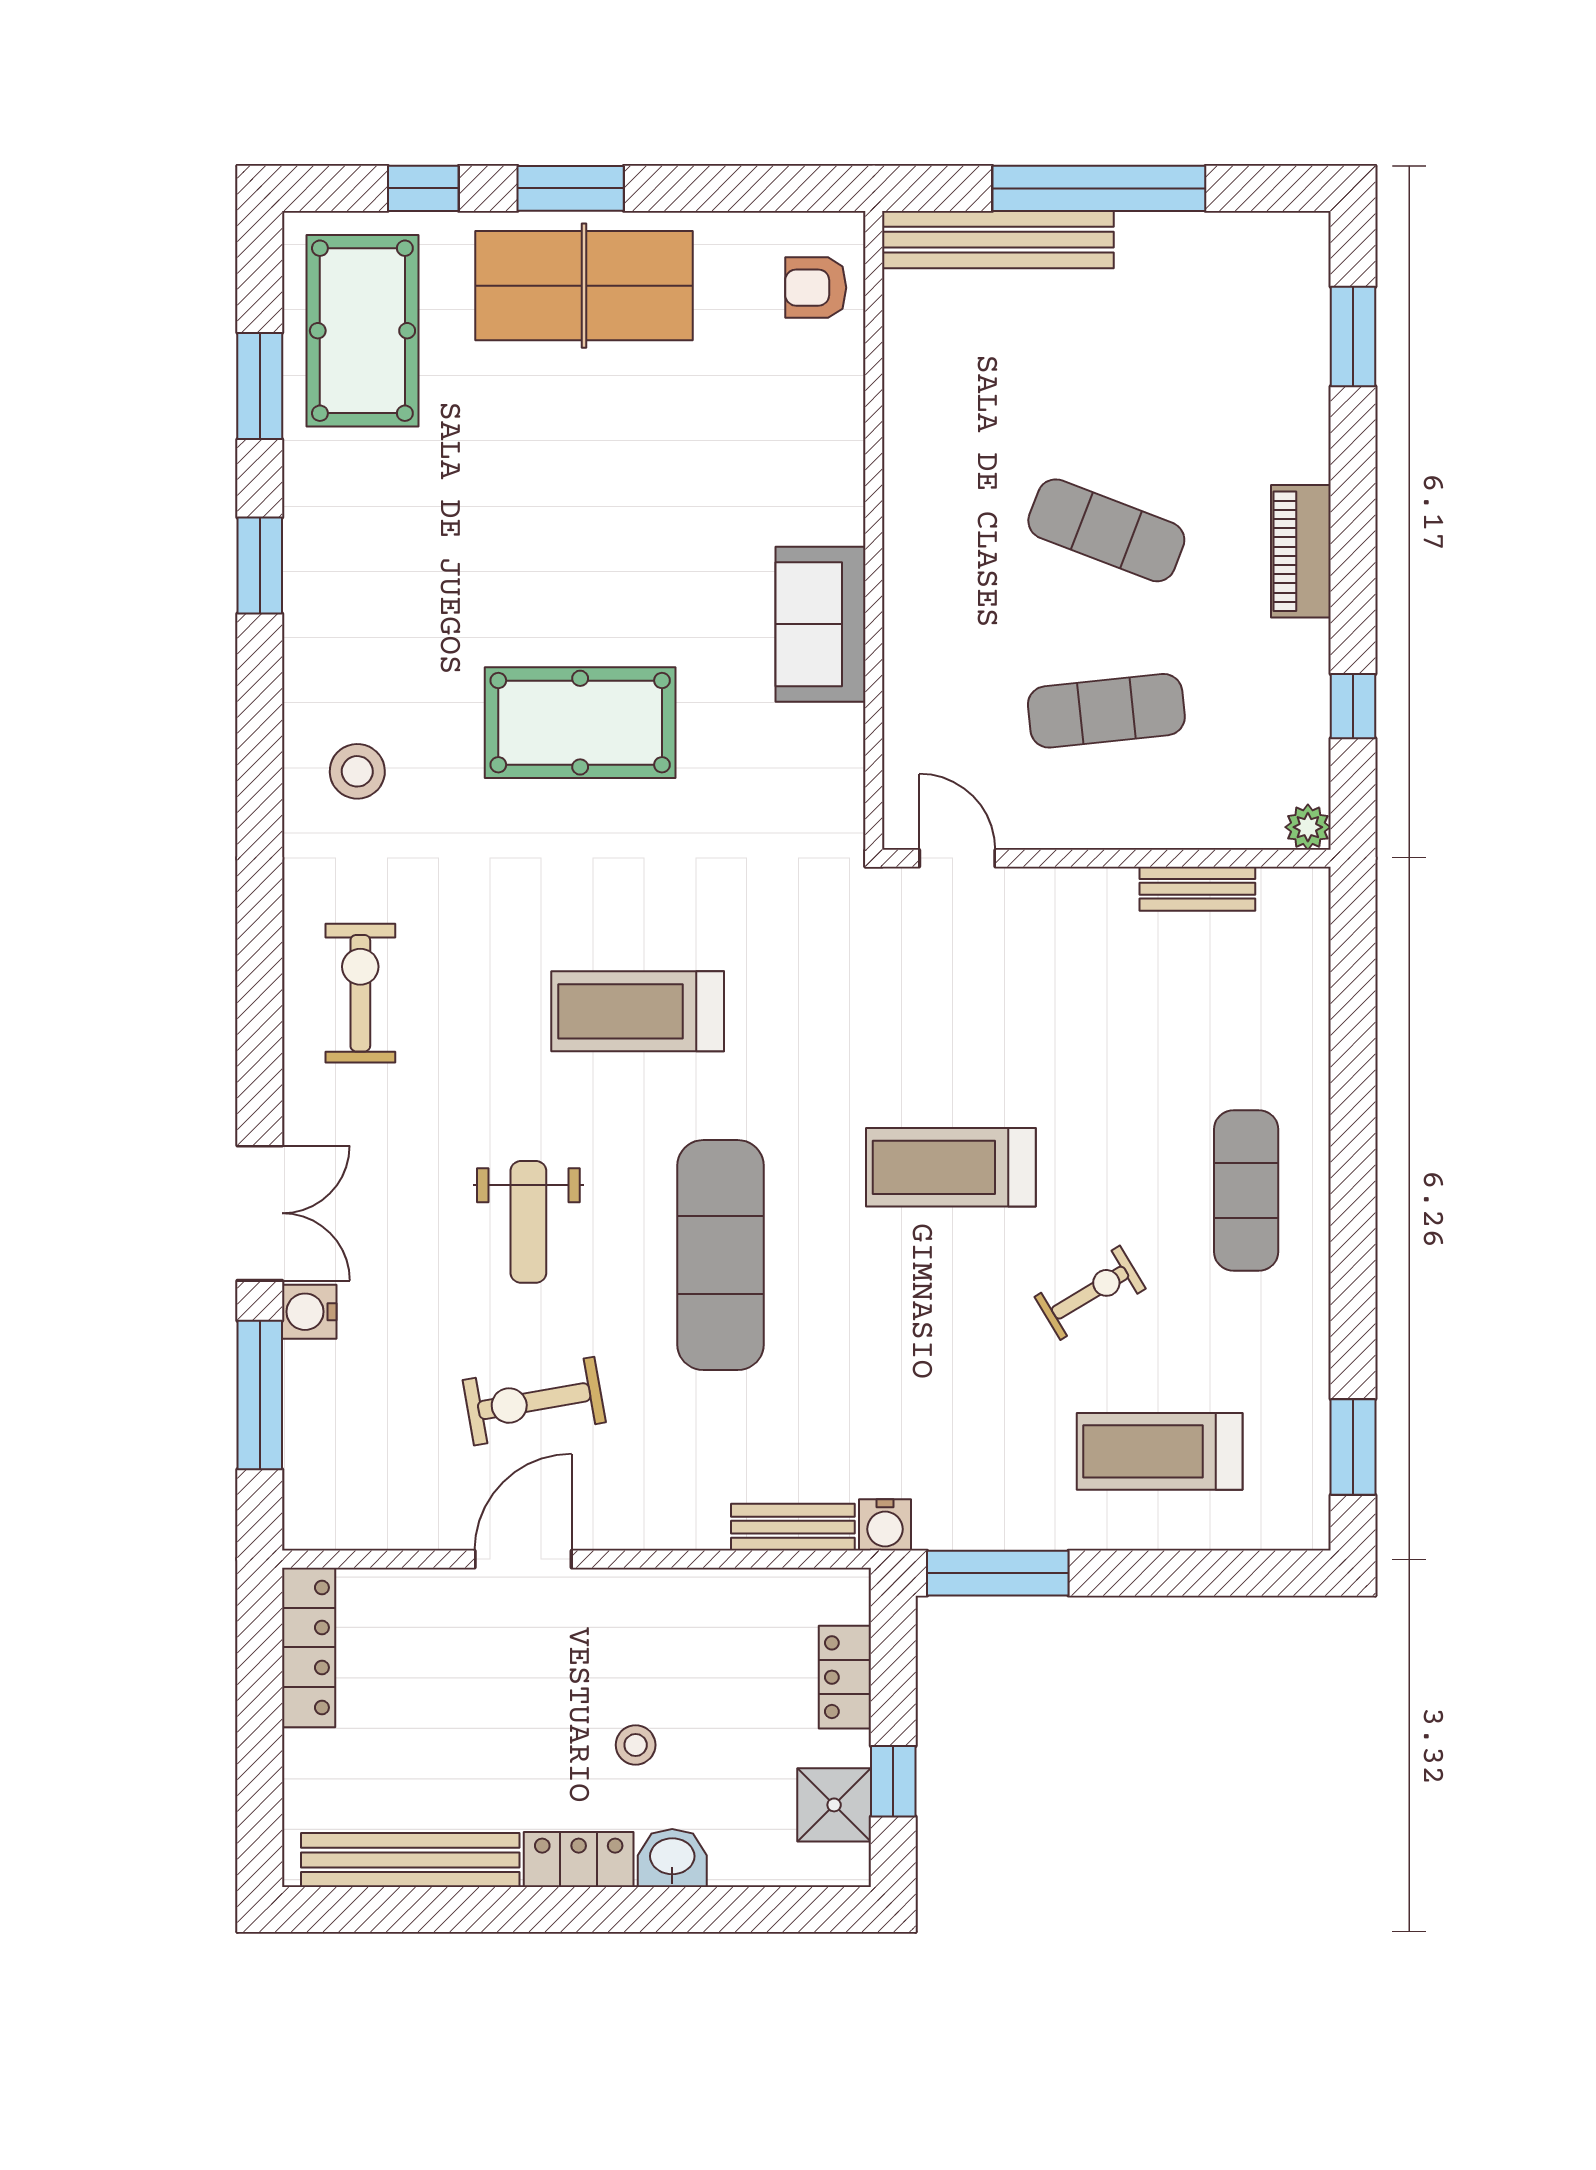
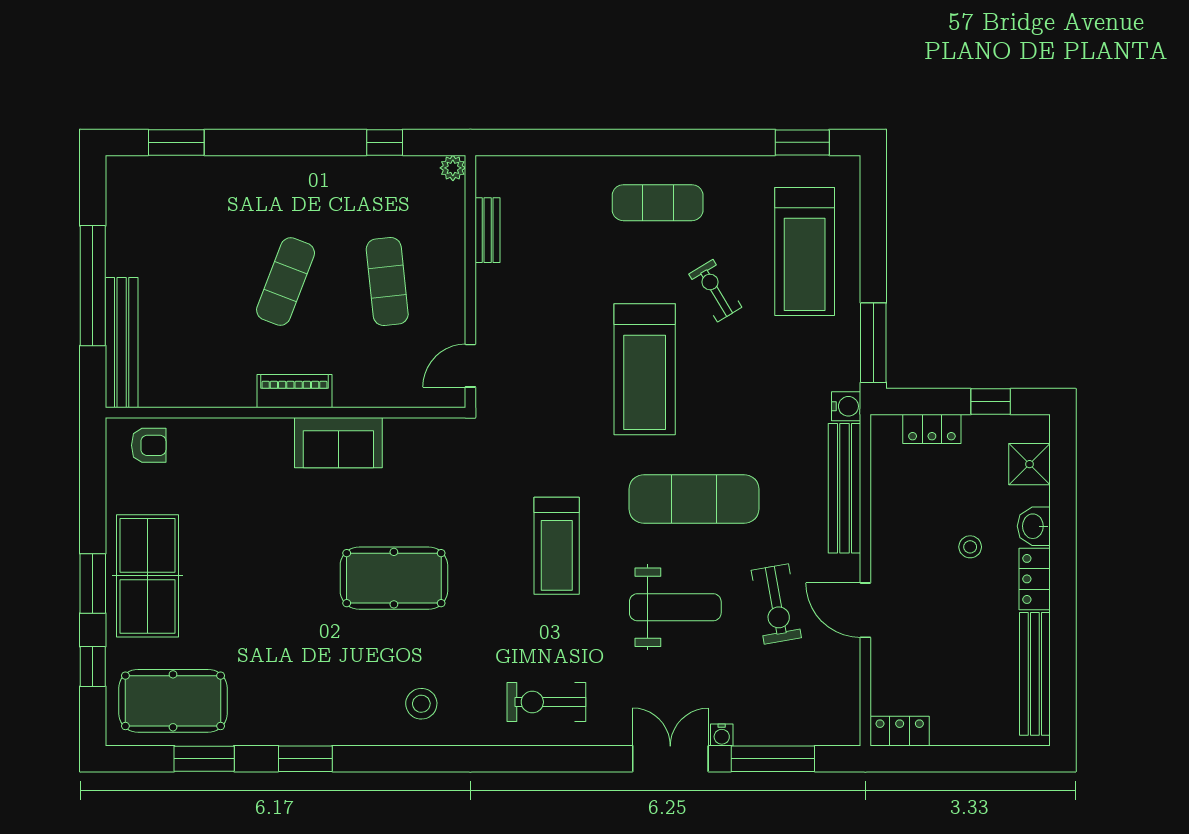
armchair: (816, 288) -> (149, 445), turned -90
piano: (1301, 551) -> (295, 391), moved, turned 180
pool table: (580, 723) -> (394, 578), turned 90
treadmill: (951, 1167) -> (645, 369), width x1.37, depth x1.38
weight bench: (528, 1222) -> (675, 607), width x1.36, depth x1.33
water cooler: (309, 1312) -> (722, 735), width x0.72, depth x0.72
treadmill: (1160, 1451) -> (805, 252), width x1.37, depth x1.38
bench: (793, 1527) -> (845, 488), width x1.86, depth x1.21
locker: (309, 1647) -> (900, 731), width x0.66
shower: (834, 1805) -> (1030, 464), moved

